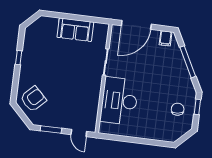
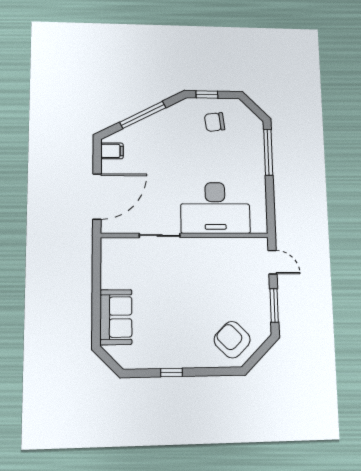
door: (136, 25) -> (97, 196), hinge flipped
sofa: (75, 30) -> (116, 317), moved
door: (79, 133) -> (273, 262), hinge flipped
window: (153, 142) -> (268, 152), added

